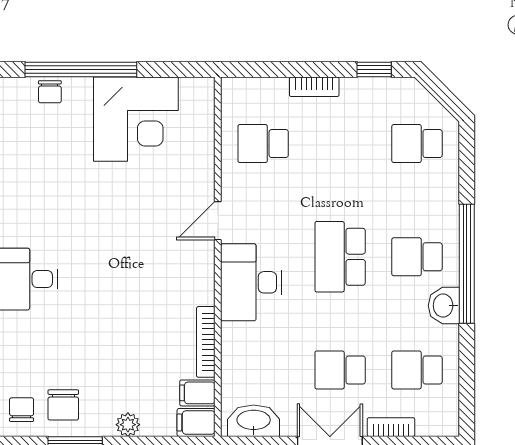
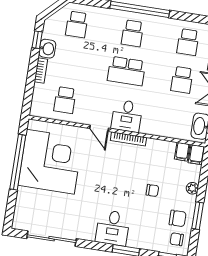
window: (81, 70) -> (18, 162), moved
chair: (50, 92) -> (152, 190), moved
corner desk: (136, 119) -> (50, 162), width x1.36, depth x1.36
desk: (251, 282) -> (127, 116), width x0.73
washbasin: (444, 306) -> (47, 49), moved, turned -90
bookcase: (206, 342) -> (128, 139), moved

